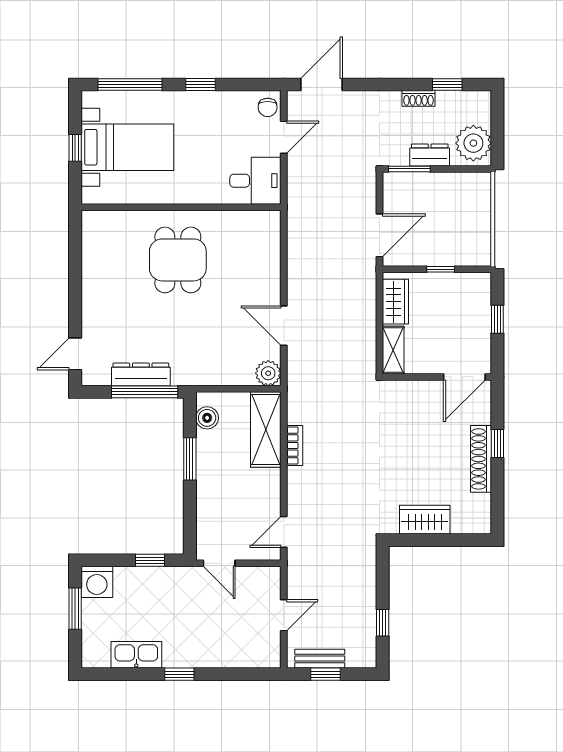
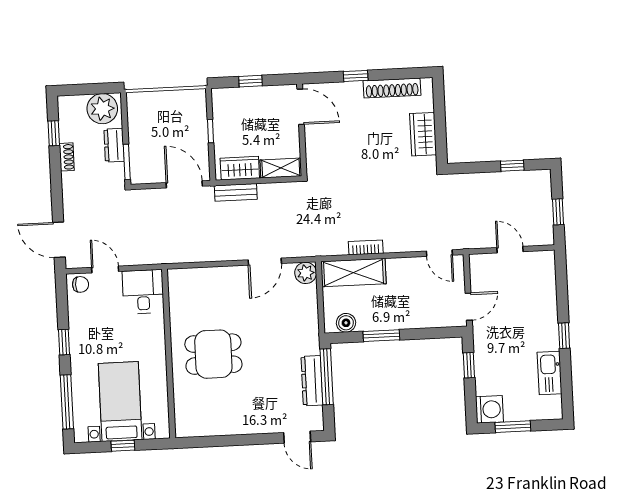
shoe rack: (481, 459) -> (392, 88), moved
bench: (320, 659) -> (236, 192), moved, turned 90

